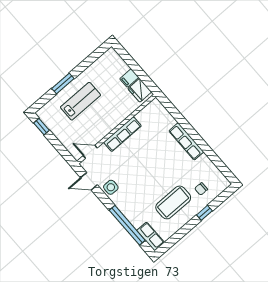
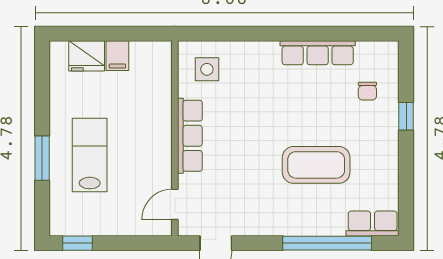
fridge: (140, 90) -> (87, 56), moved
row of seats: (186, 141) -> (318, 53), moved
side table: (111, 187) -> (207, 69), moved
coffee table: (173, 202) -> (316, 165), moved, turned 90

